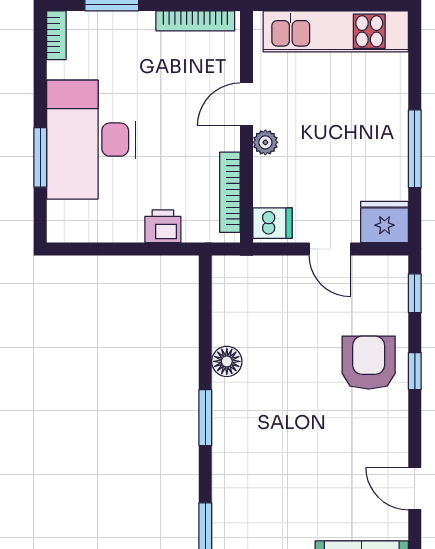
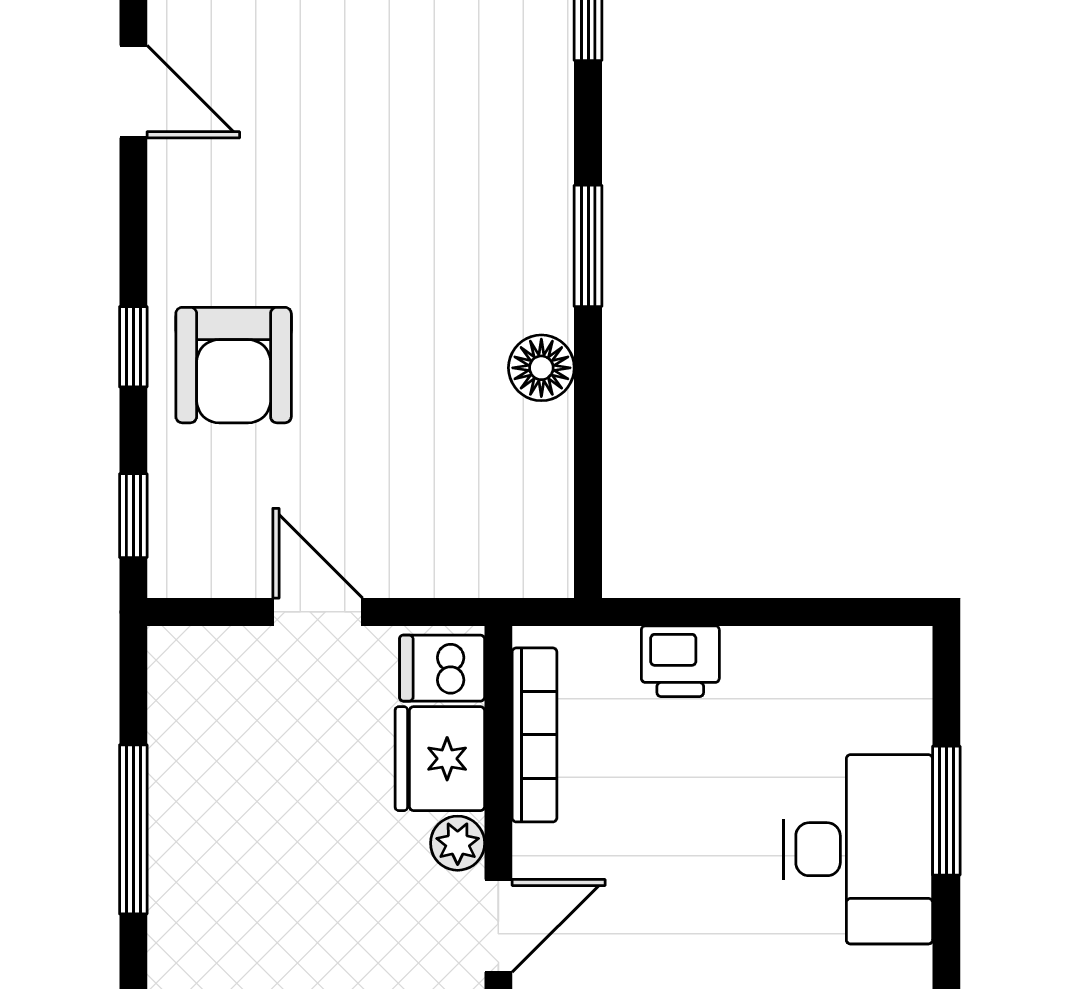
desk: (91, 140) -> (858, 849), width x0.73, depth x0.77
fridge: (385, 222) -> (440, 759), moved, turned 90

